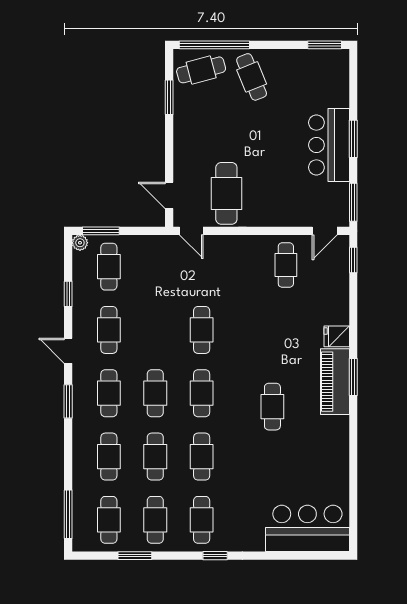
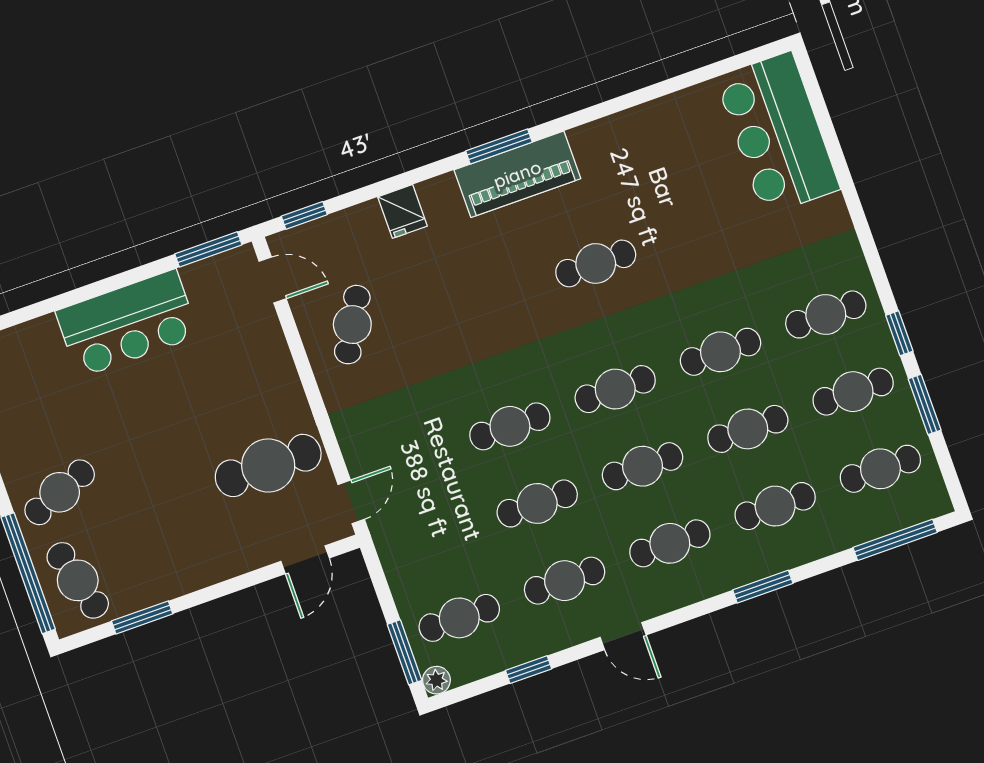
window: (353, 139) -> (103, 287), removed
cafe table: (286, 265) -> (352, 325), turned -61
cafe table: (155, 330) -> (537, 503), added
fridge: (337, 336) -> (403, 211), moved
door: (68, 351) -> (623, 636), hinge flipped
window: (68, 401) -> (763, 587), moved
window: (215, 556) -> (899, 333), moved

